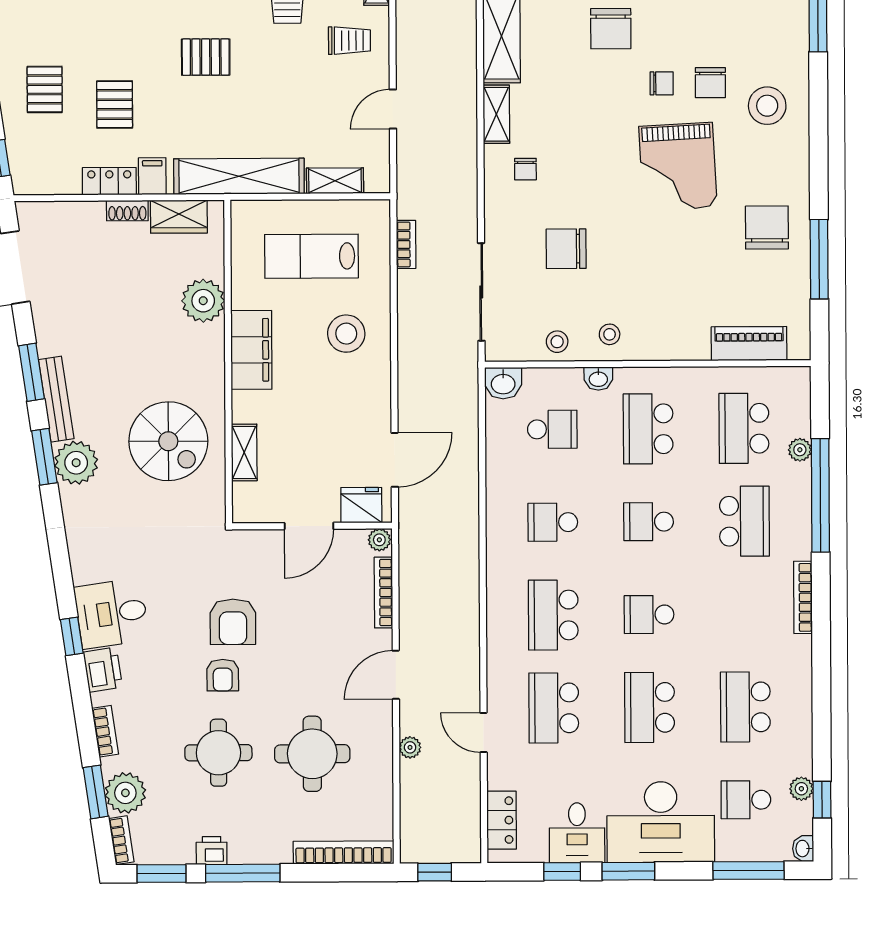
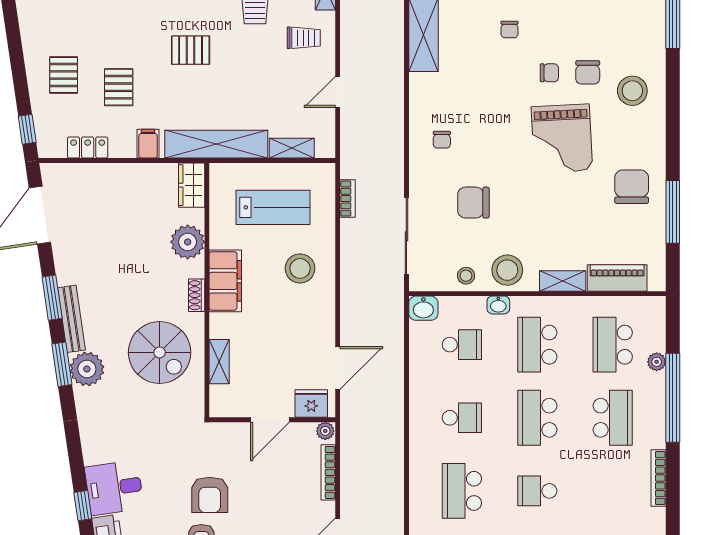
chair: (611, 29) -> (510, 29), width x0.54, depth x0.54
shelving: (496, 114) -> (563, 281), moved, turned 90
locker: (109, 181) -> (88, 147), moved
shoe rack: (127, 211) -> (197, 295), moved, turned 90
wardrobe: (179, 217) -> (192, 185), moved, turned 90
lab bench: (311, 256) -> (273, 207), turned 180
stool: (610, 334) -> (507, 270), width x1.89, depth x1.89
school desk: (553, 522) -> (462, 418), turned 180
school desk: (649, 522) -> (537, 418), width x1.85

